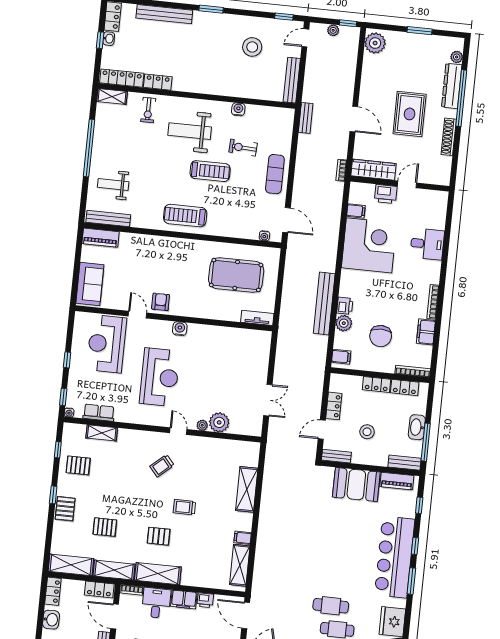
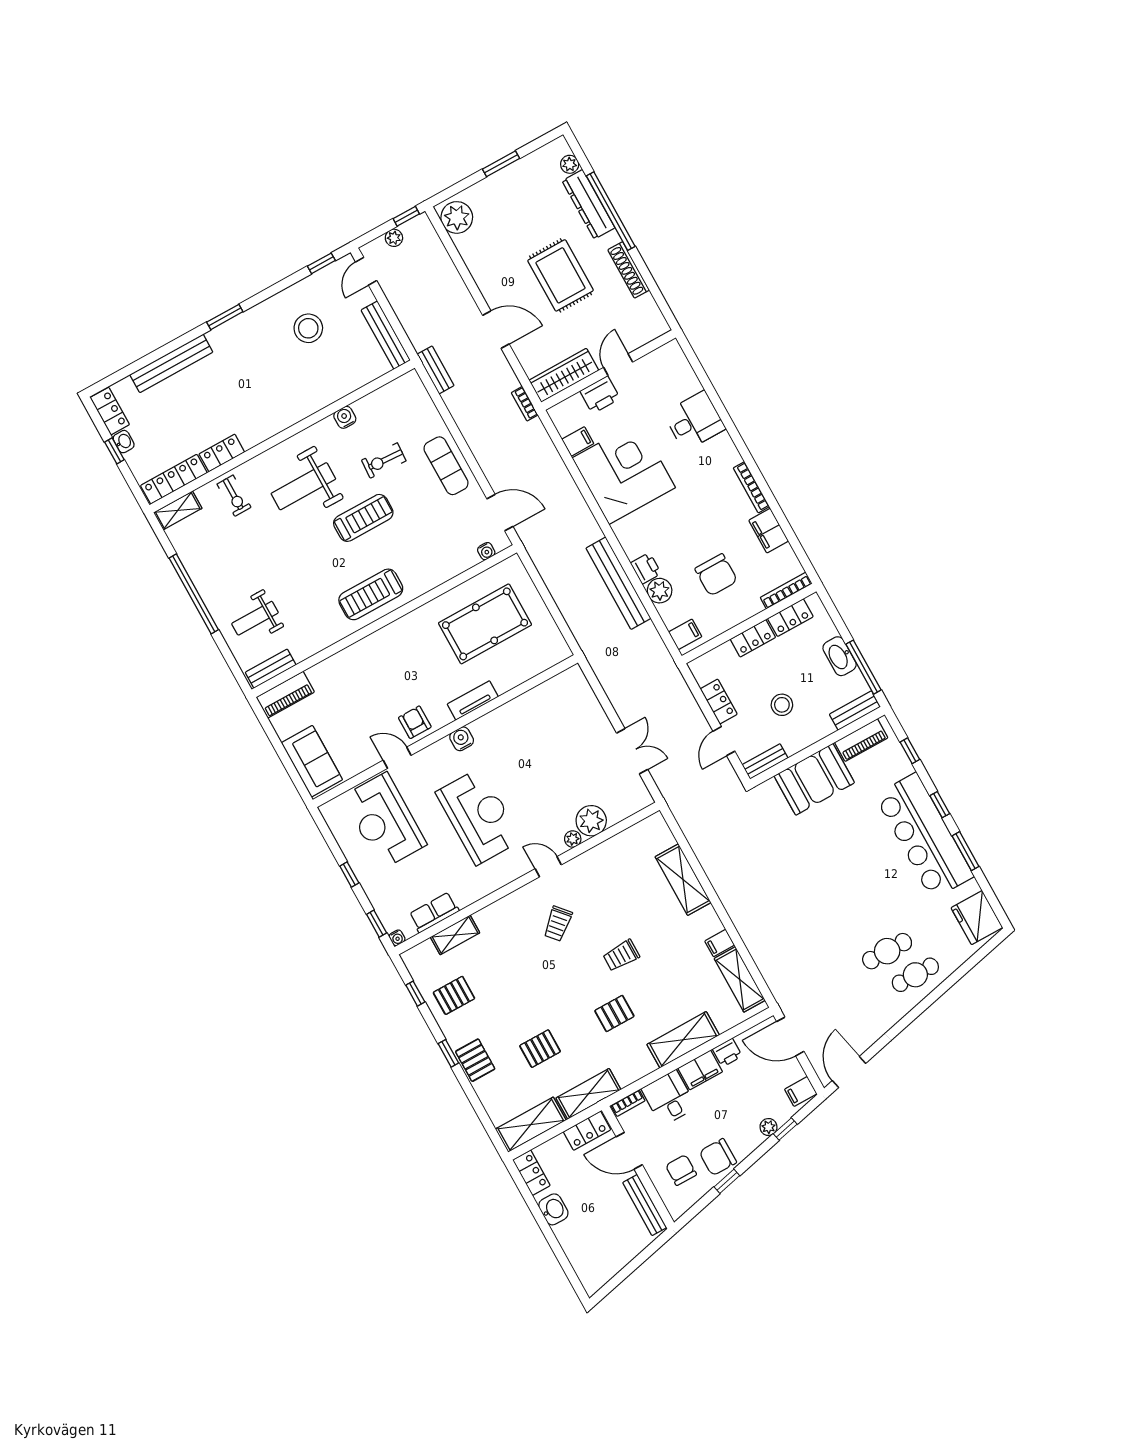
bench: (108, 219) -> (271, 669), width x0.73
tv unit: (257, 318) -> (473, 700), moved
shelving: (158, 574) -> (683, 1040), moved

